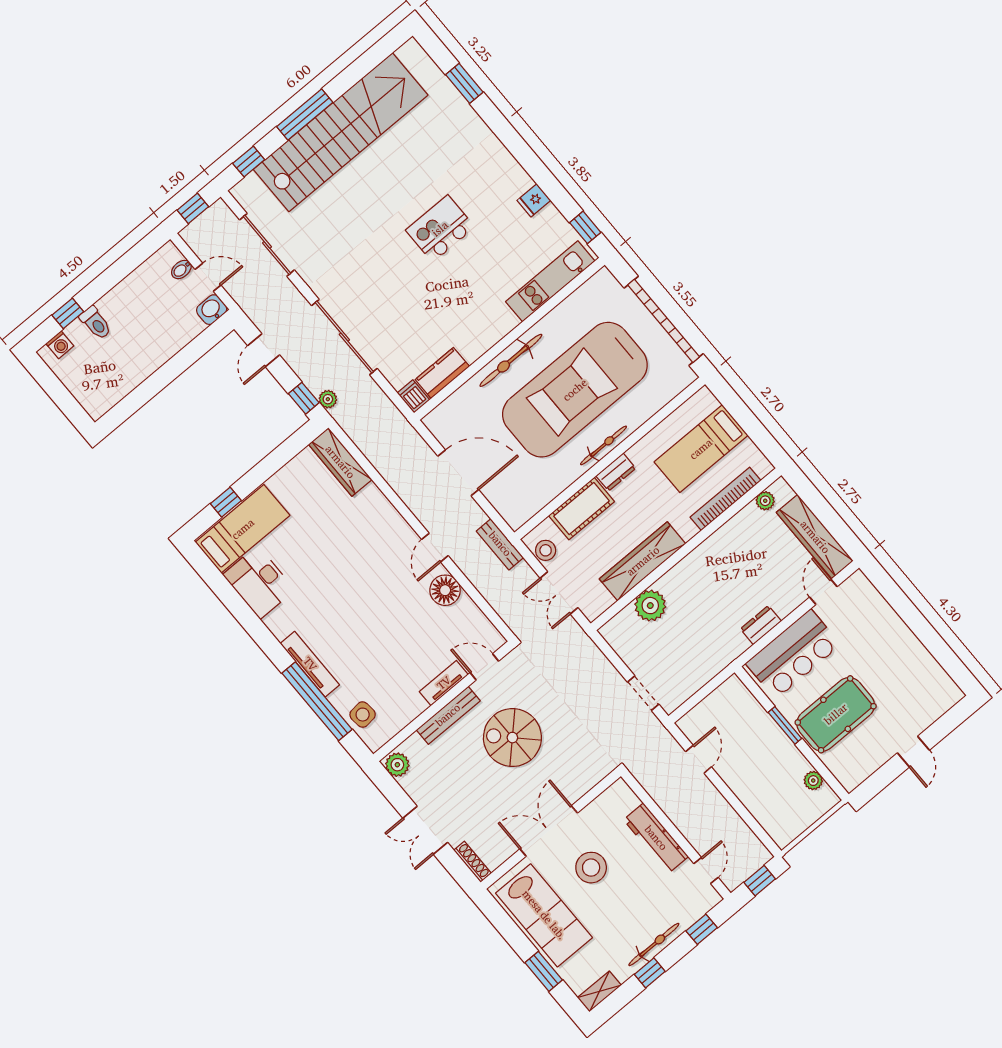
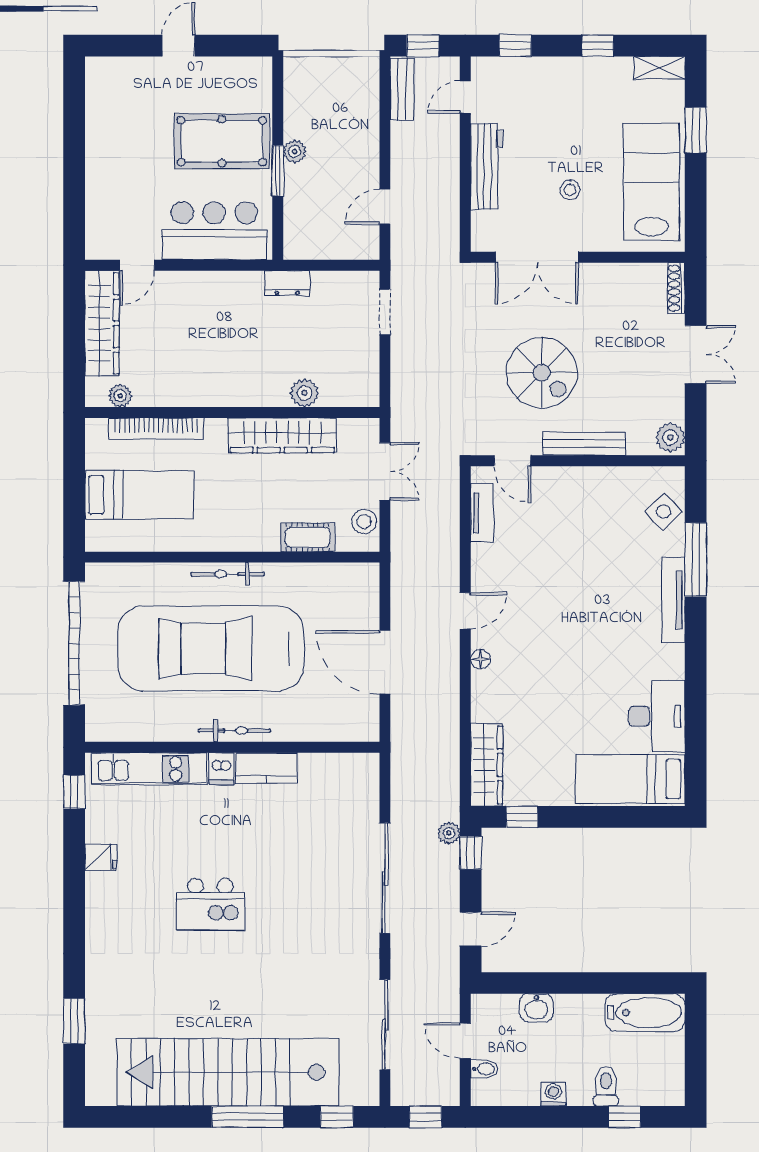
washbasin: (212, 310) -> (536, 1008), moved
washing machine: (60, 345) -> (553, 1094), moved
bicycle: (511, 360) -> (235, 731), width x0.73, depth x0.71
kitchen counter: (442, 373) -> (266, 768), moved
bathtub: (110, 390) -> (645, 1012), added
car: (575, 390) -> (211, 648), turned 180
dishwasher: (414, 396) -> (221, 769), moved
dresser: (616, 472) -> (237, 540), removed
window: (226, 502) -> (522, 817), moved
cot: (581, 509) -> (308, 537), width x0.73, depth x0.75
bench: (500, 544) -> (402, 89), moved
floor lamp: (445, 590) -> (480, 659), moved, width x0.53, depth x0.53
plant: (650, 606) -> (305, 393), width x0.73, depth x0.73
dresser: (761, 625) -> (287, 283), moved
tv unit: (444, 683) -> (482, 513), moved, turned -90
window: (317, 701) -> (696, 560), width x0.68
side table: (363, 715) -> (663, 512), turned -38
plant: (813, 781) -> (295, 152), moved
double door: (549, 831) -> (537, 257), moved
stool: (591, 868) -> (570, 190), width x0.53, depth x0.53
bicycle: (654, 944) -> (572, 69), removed

